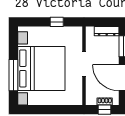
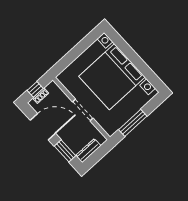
window: (57, 22) -> (133, 123), width x2.17
window: (13, 75) -> (129, 52), removed

